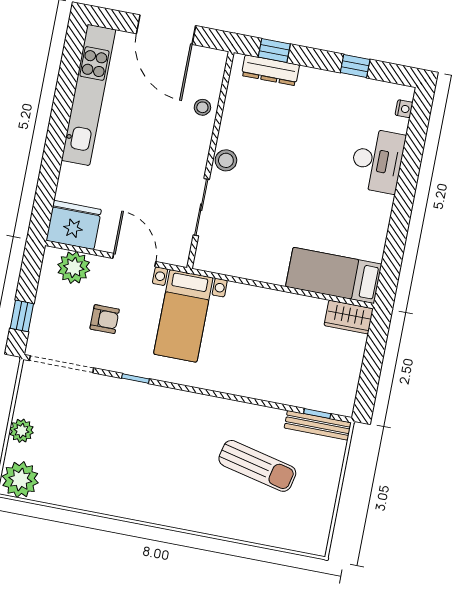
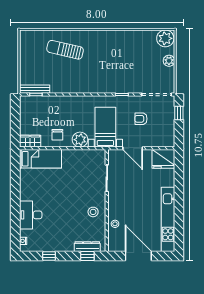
stool: (226, 160) -> (93, 212), moved
plant: (74, 267) -> (80, 140), moved
chair: (288, 320) -> (57, 135), added
sun lounger: (257, 466) -> (65, 50), moved

